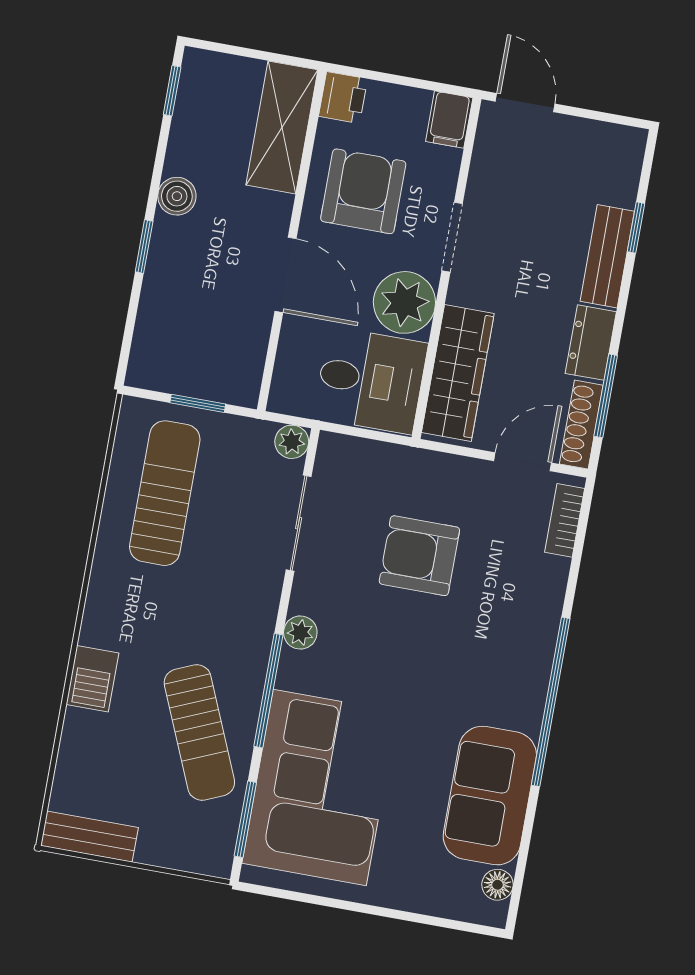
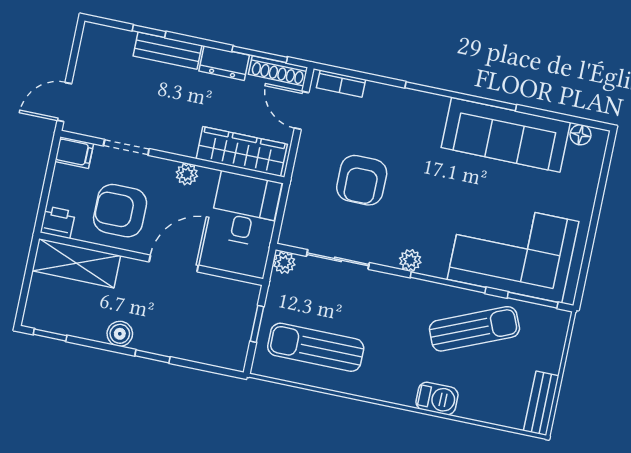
doorway: (452, 237) -> (126, 147), moved
plant: (404, 302) -> (187, 174), width x0.53, depth x0.53
sofa: (490, 796) -> (506, 135), width x1.36

